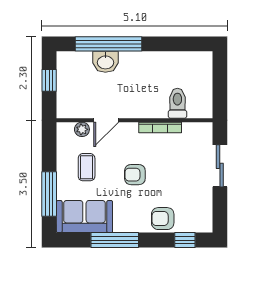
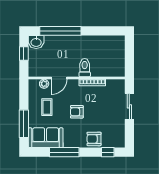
washbasin: (105, 62) -> (36, 42), moved
toilet: (177, 103) -> (85, 68), moved

